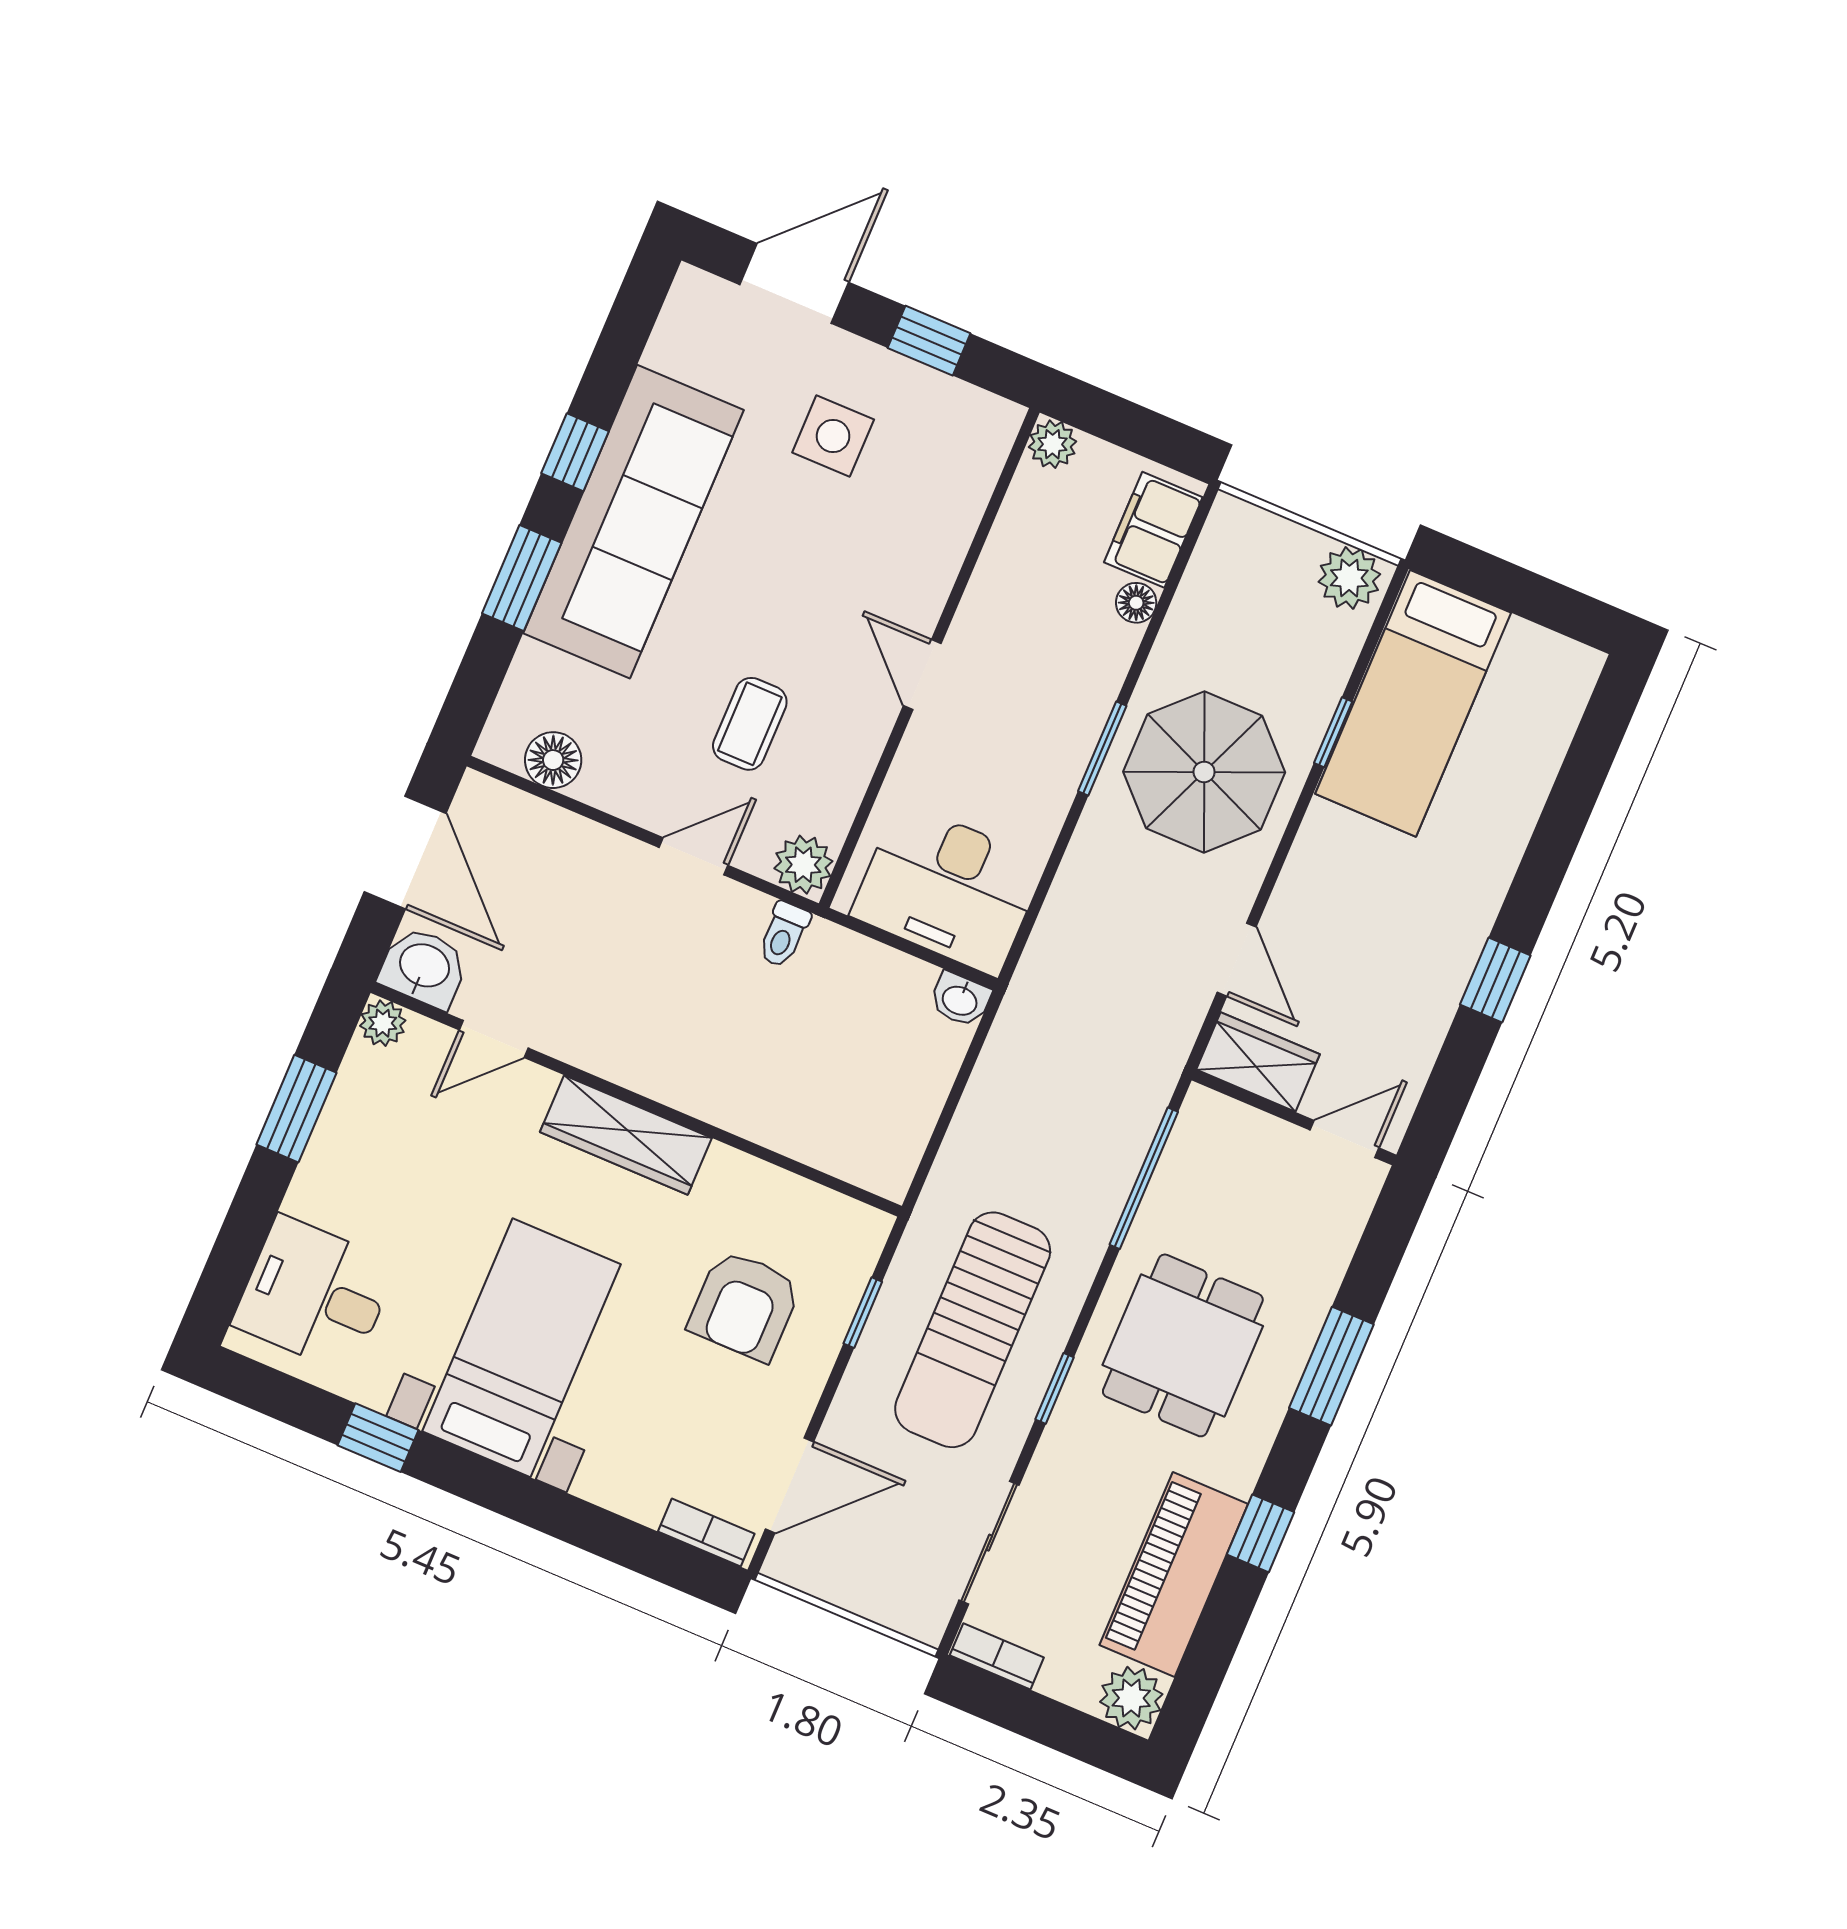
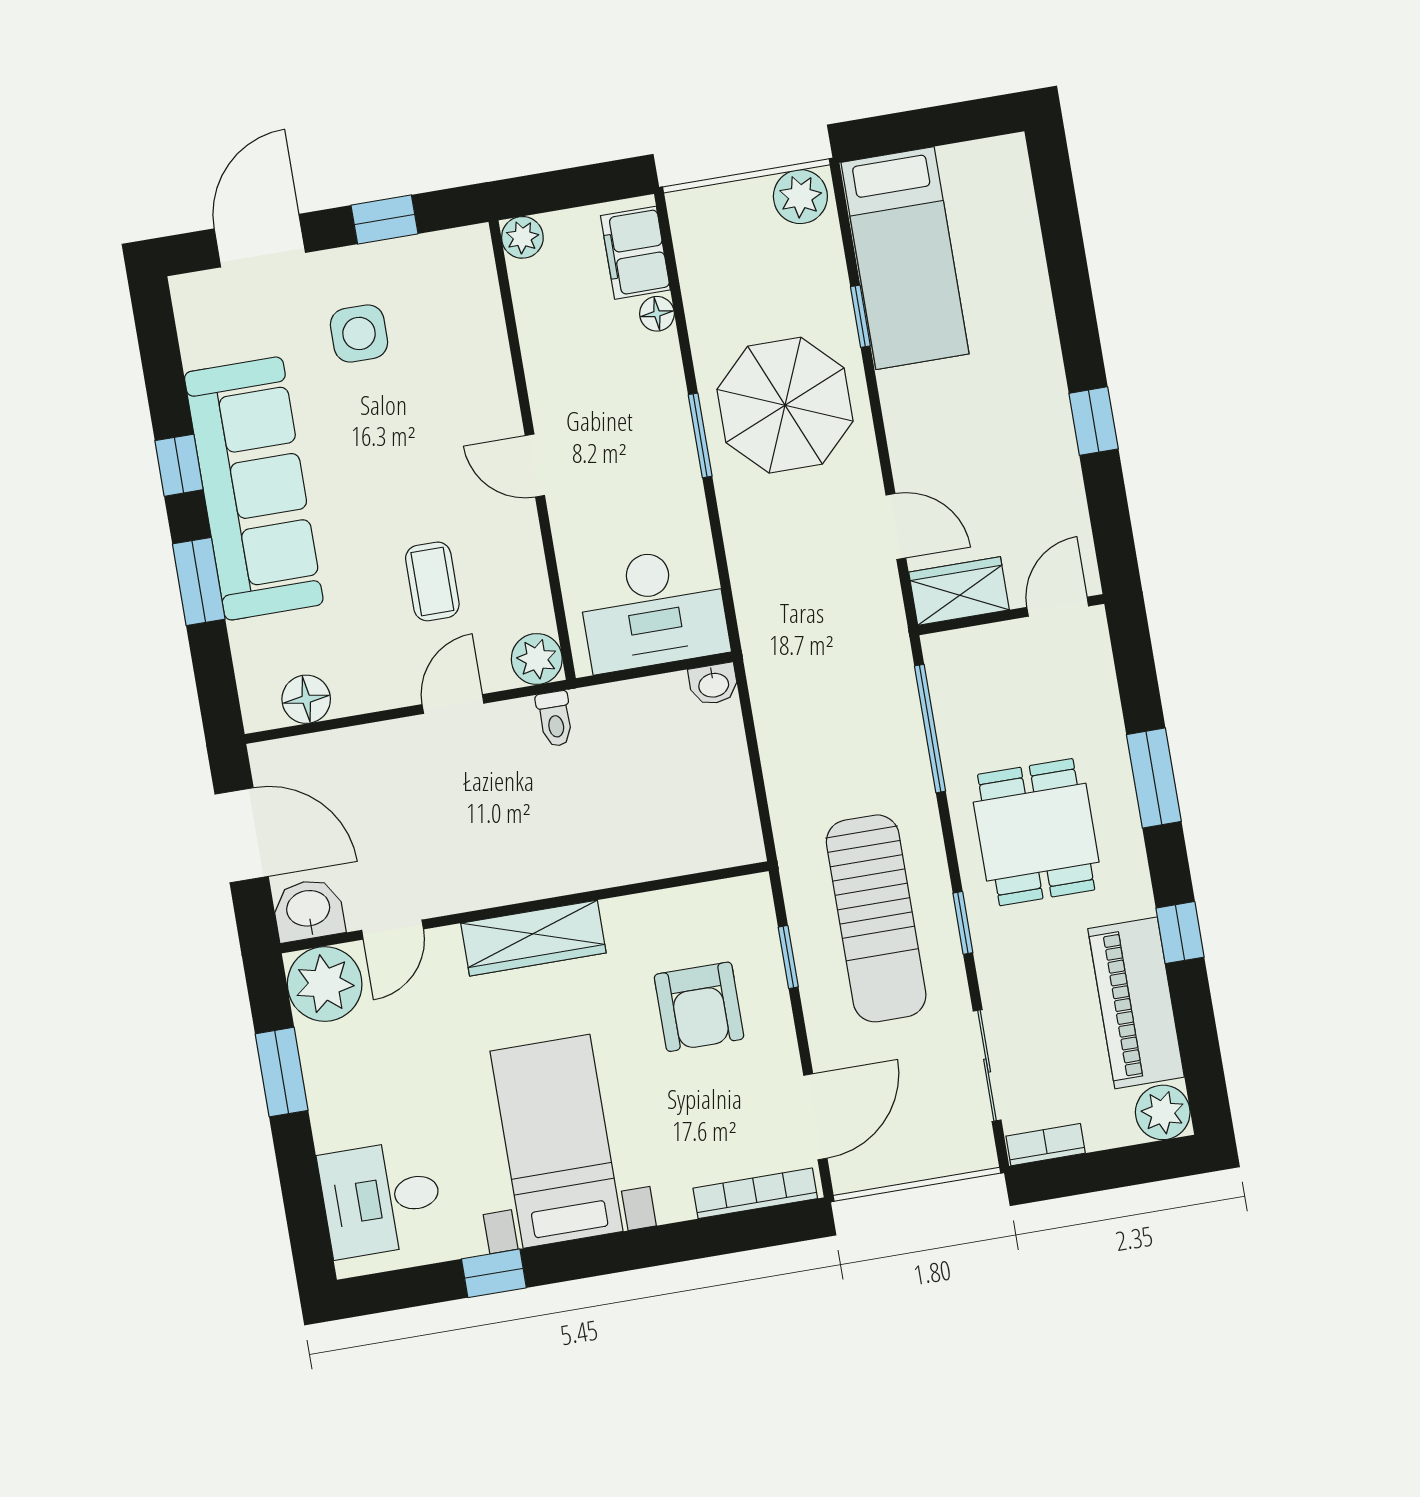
plant: (383, 1023) -> (325, 984), width x1.88, depth x1.88
bookcase: (706, 1533) -> (755, 1193), width x1.56

